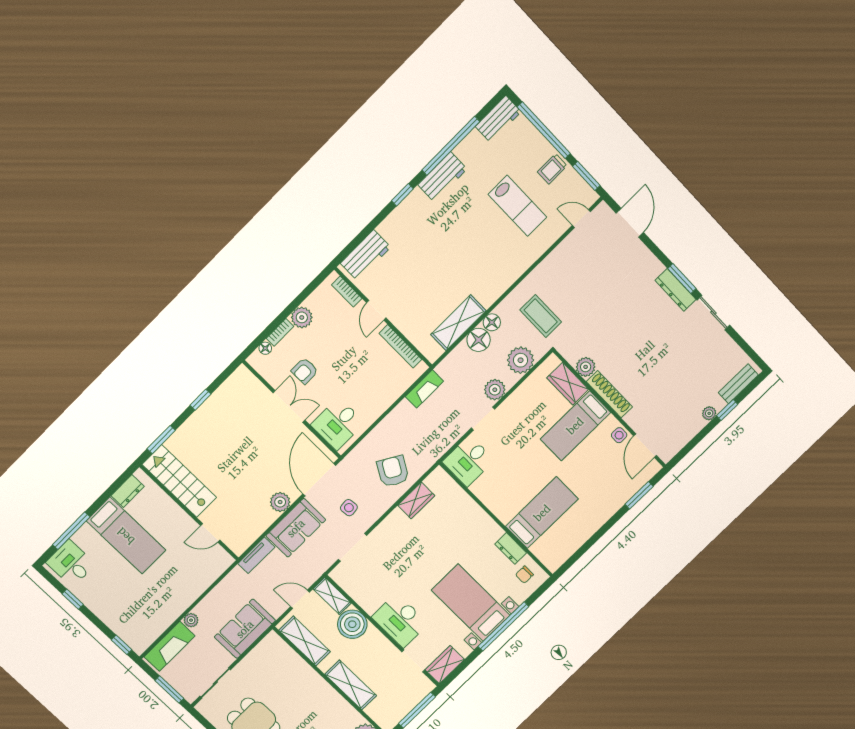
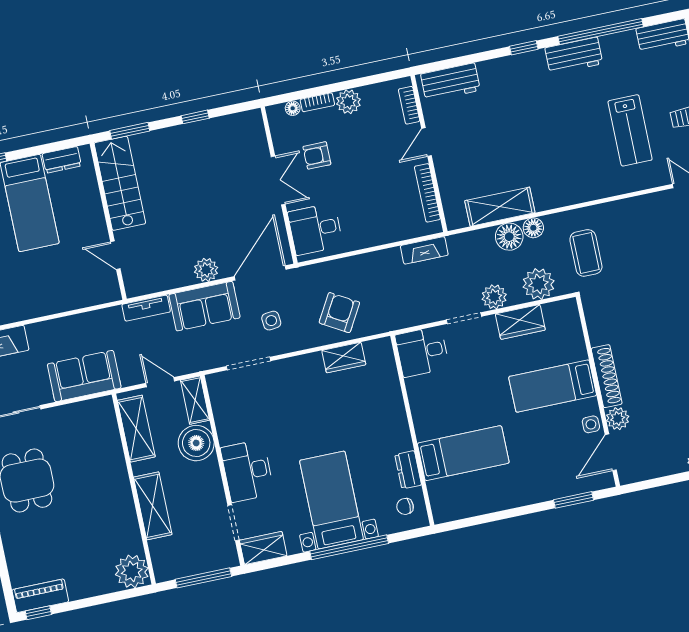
plant: (586, 367) -> (618, 419), moved
wardrobe: (568, 384) -> (520, 322), moved, turned -90
plant: (191, 620) -> (36, 331), removed

